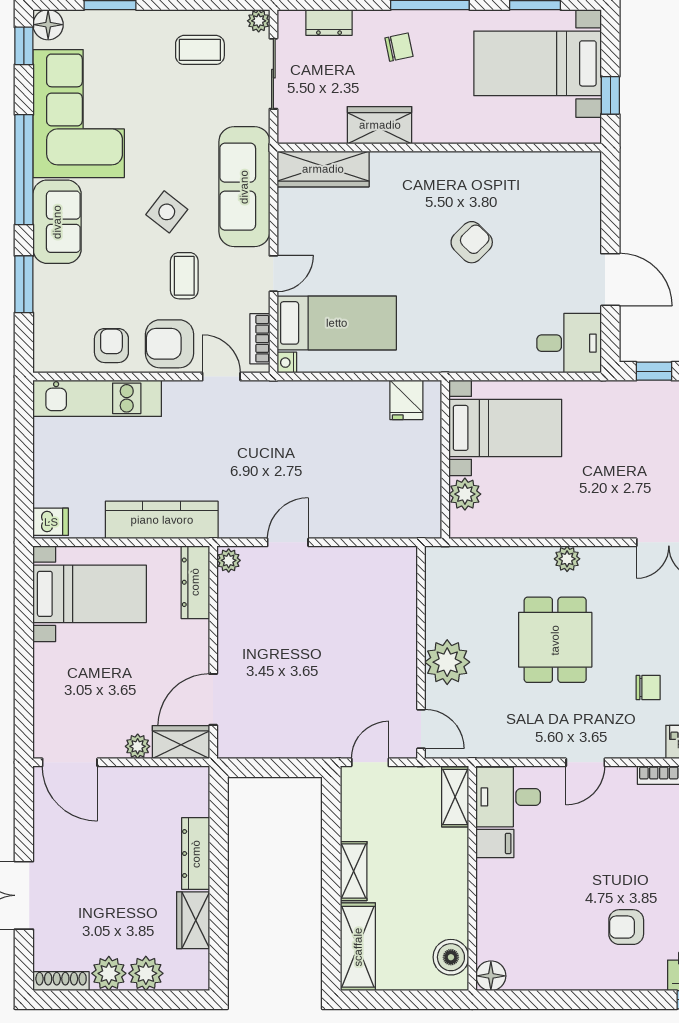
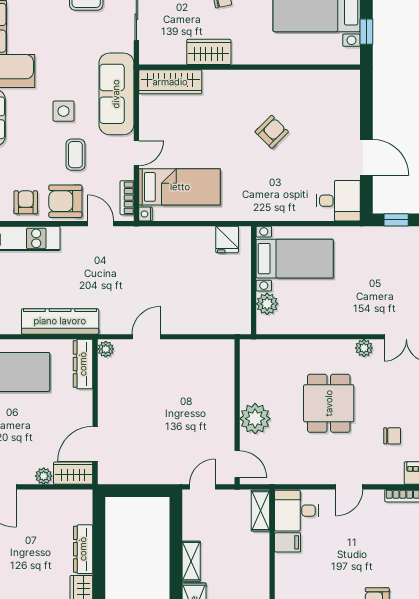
side table: (167, 212) -> (63, 111), turned -38
plant: (567, 559) -> (364, 348), moved

